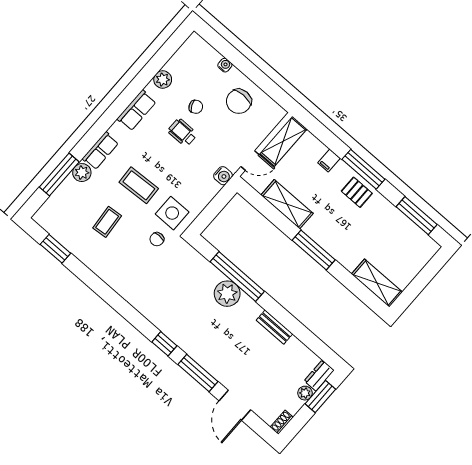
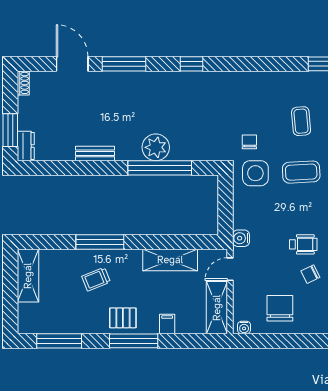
water cooler: (225, 65) -> (244, 327), moved
trolley: (352, 237) -> (96, 279), added
window: (314, 250) -> (100, 242), moved
shelving: (377, 283) -> (28, 276), moved, turned 90
window: (164, 344) -> (191, 64), moved
plant: (305, 393) -> (25, 122), removed

